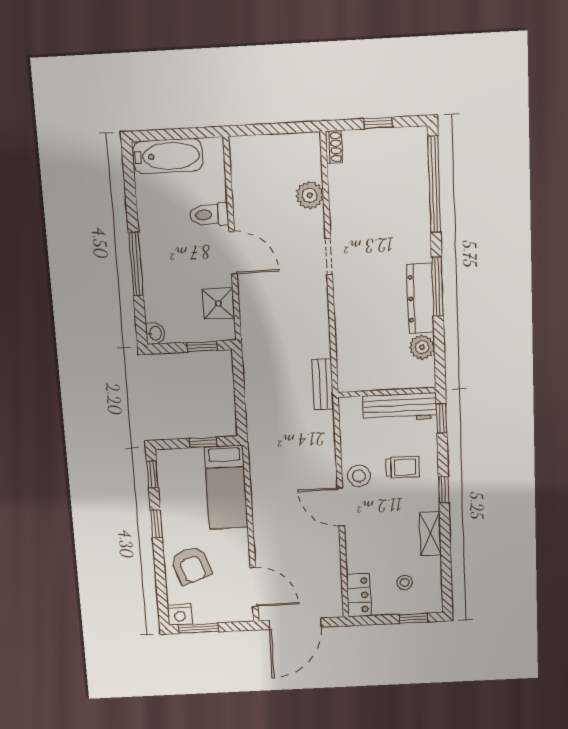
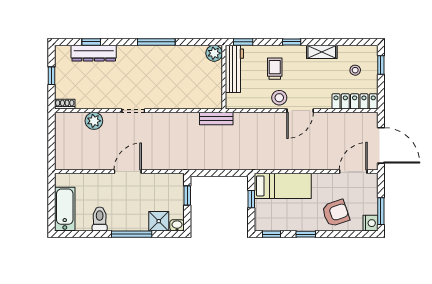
window: (434, 184) -> (91, 42), width x0.32
toilet: (209, 215) -> (100, 219), moved, turned 180
dresser: (421, 298) -> (94, 53), moved
shower: (218, 303) -> (159, 221), moved
plant: (422, 347) -> (214, 53), moved
locker: (359, 595) -> (355, 101), width x1.53

